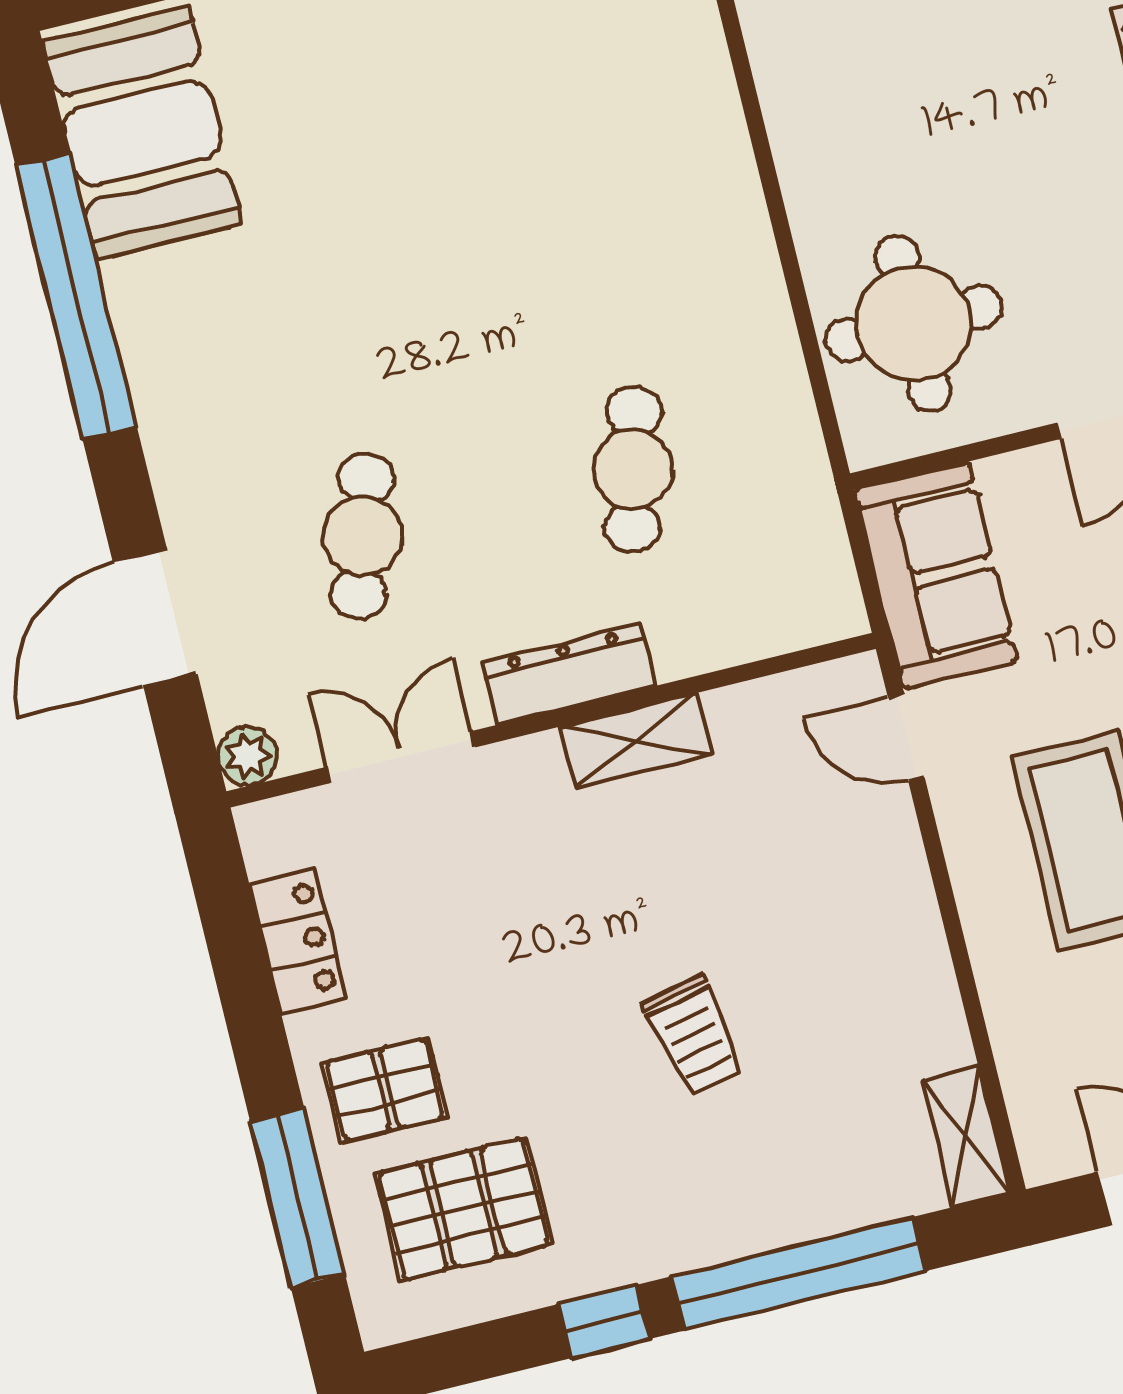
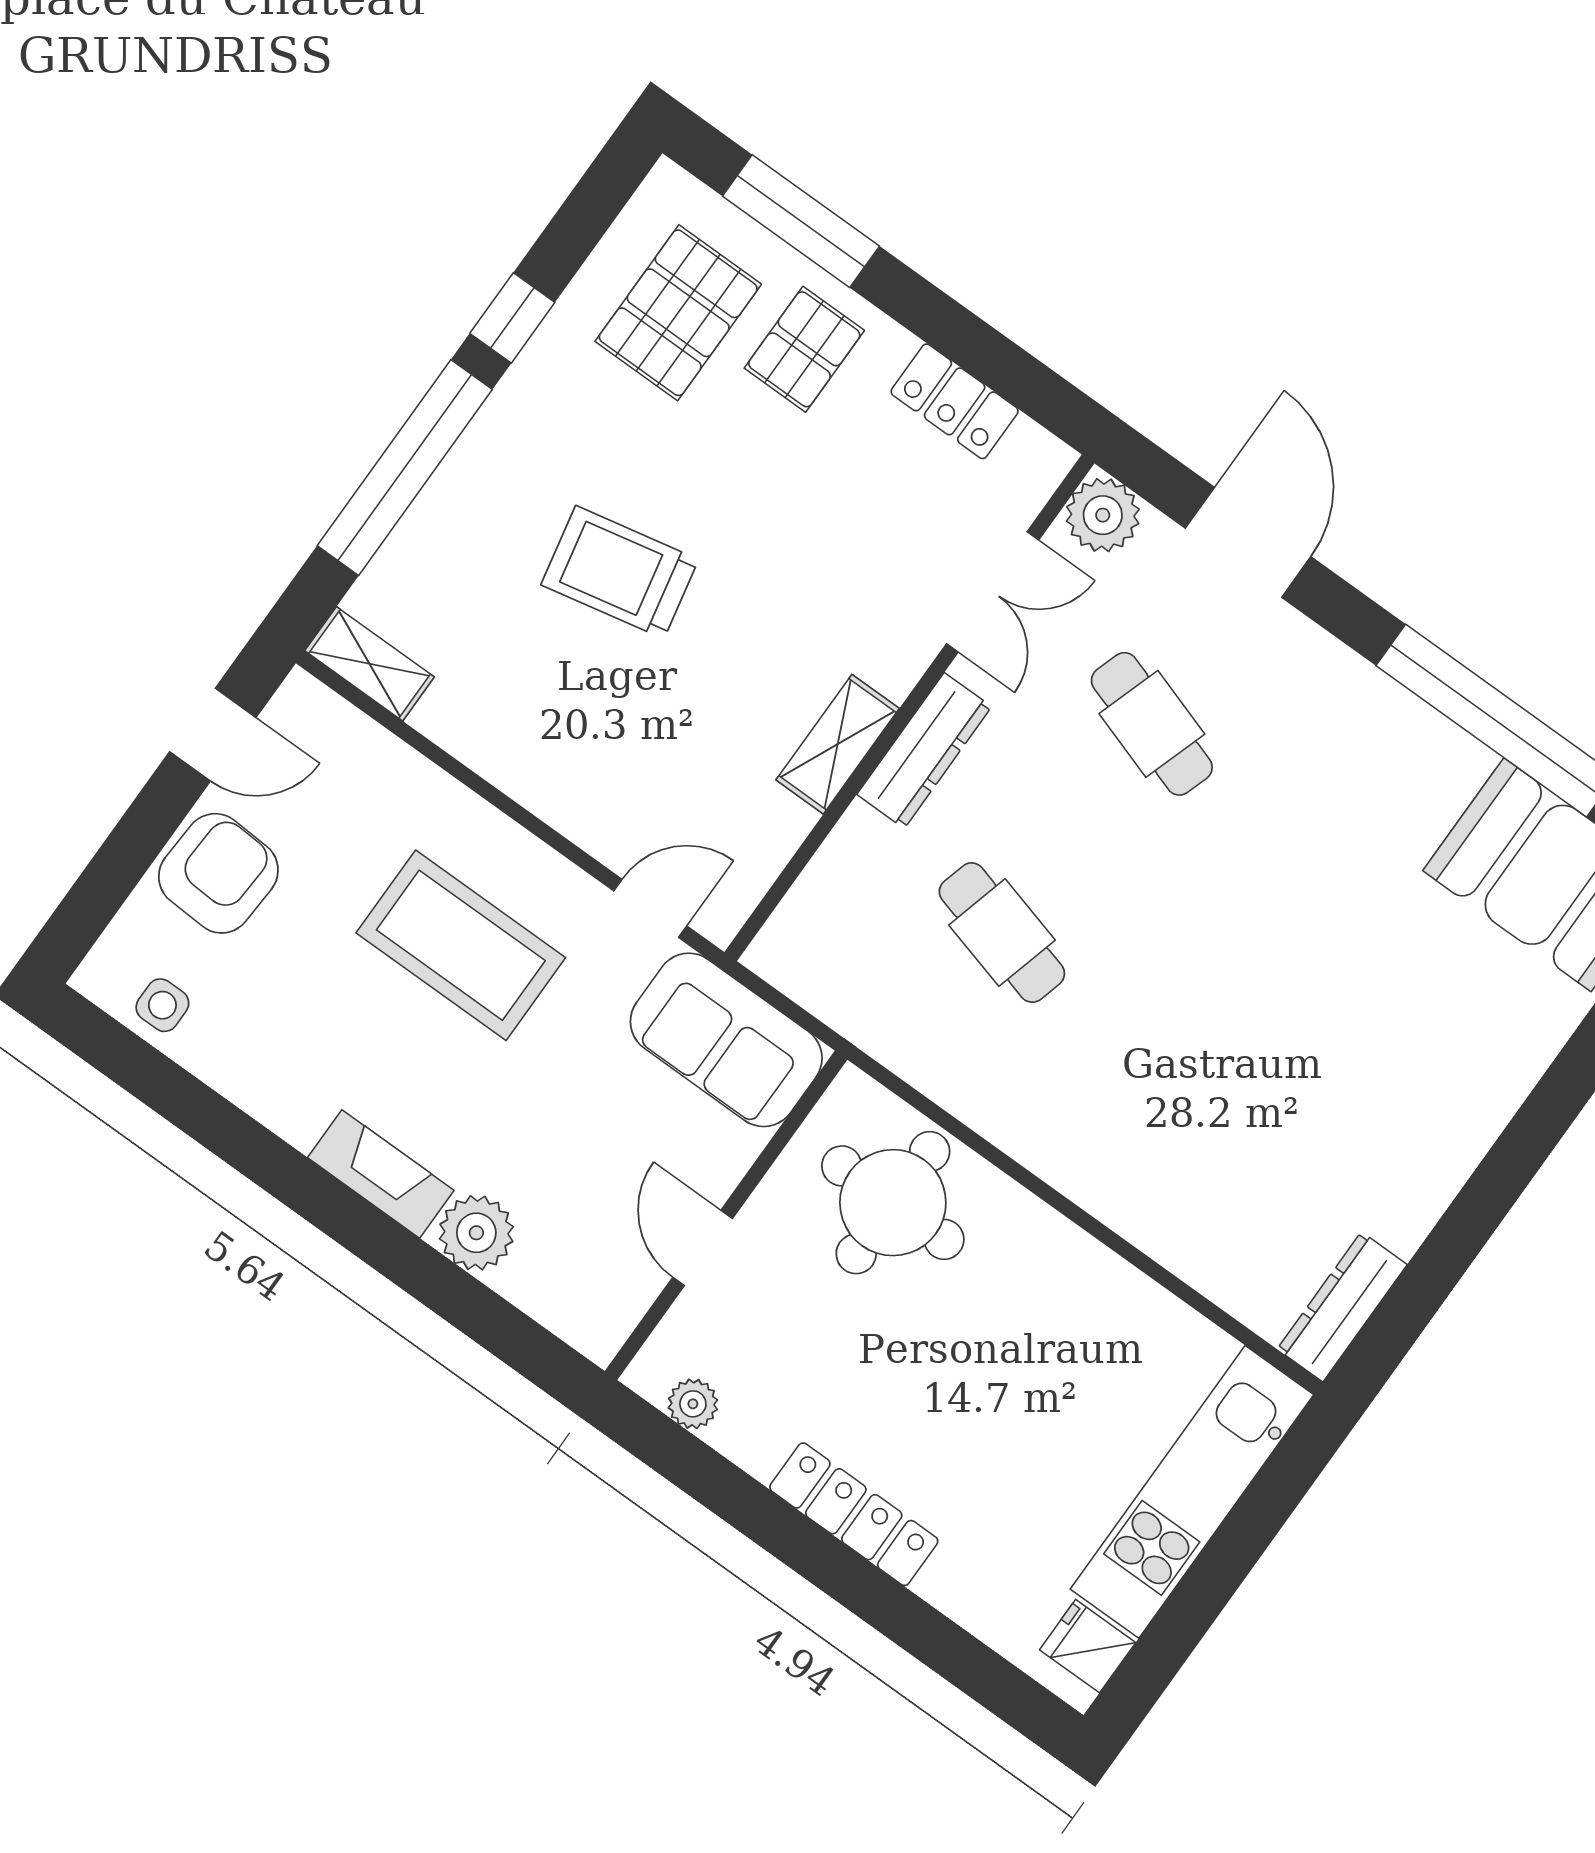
plant: (248, 756) -> (1103, 515), width x1.38, depth x1.38
trolley: (694, 1036) -> (620, 572), width x1.36, depth x1.39

